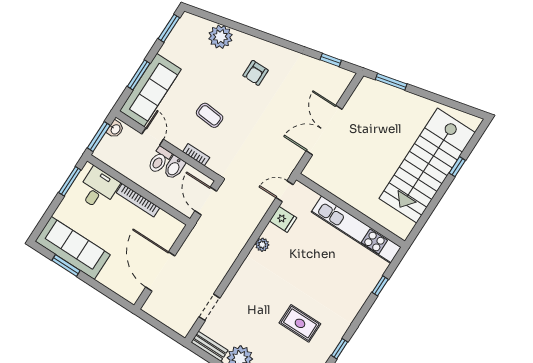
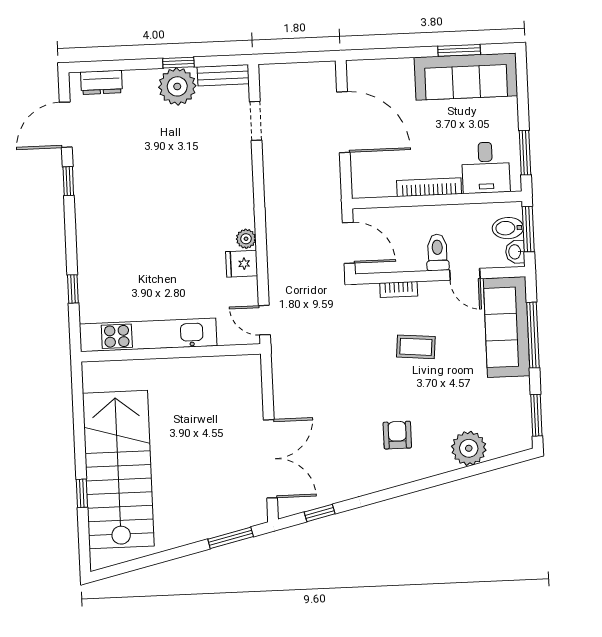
window: (139, 75) -> (533, 335), width x1.44
double door: (324, 130) -> (270, 459), moved
bidet: (174, 167) -> (508, 228), moved, turned -90
door: (285, 191) -> (264, 320), swing flipped
fridge: (283, 219) -> (242, 264), moved
rug: (300, 323) -> (136, 178), removed

